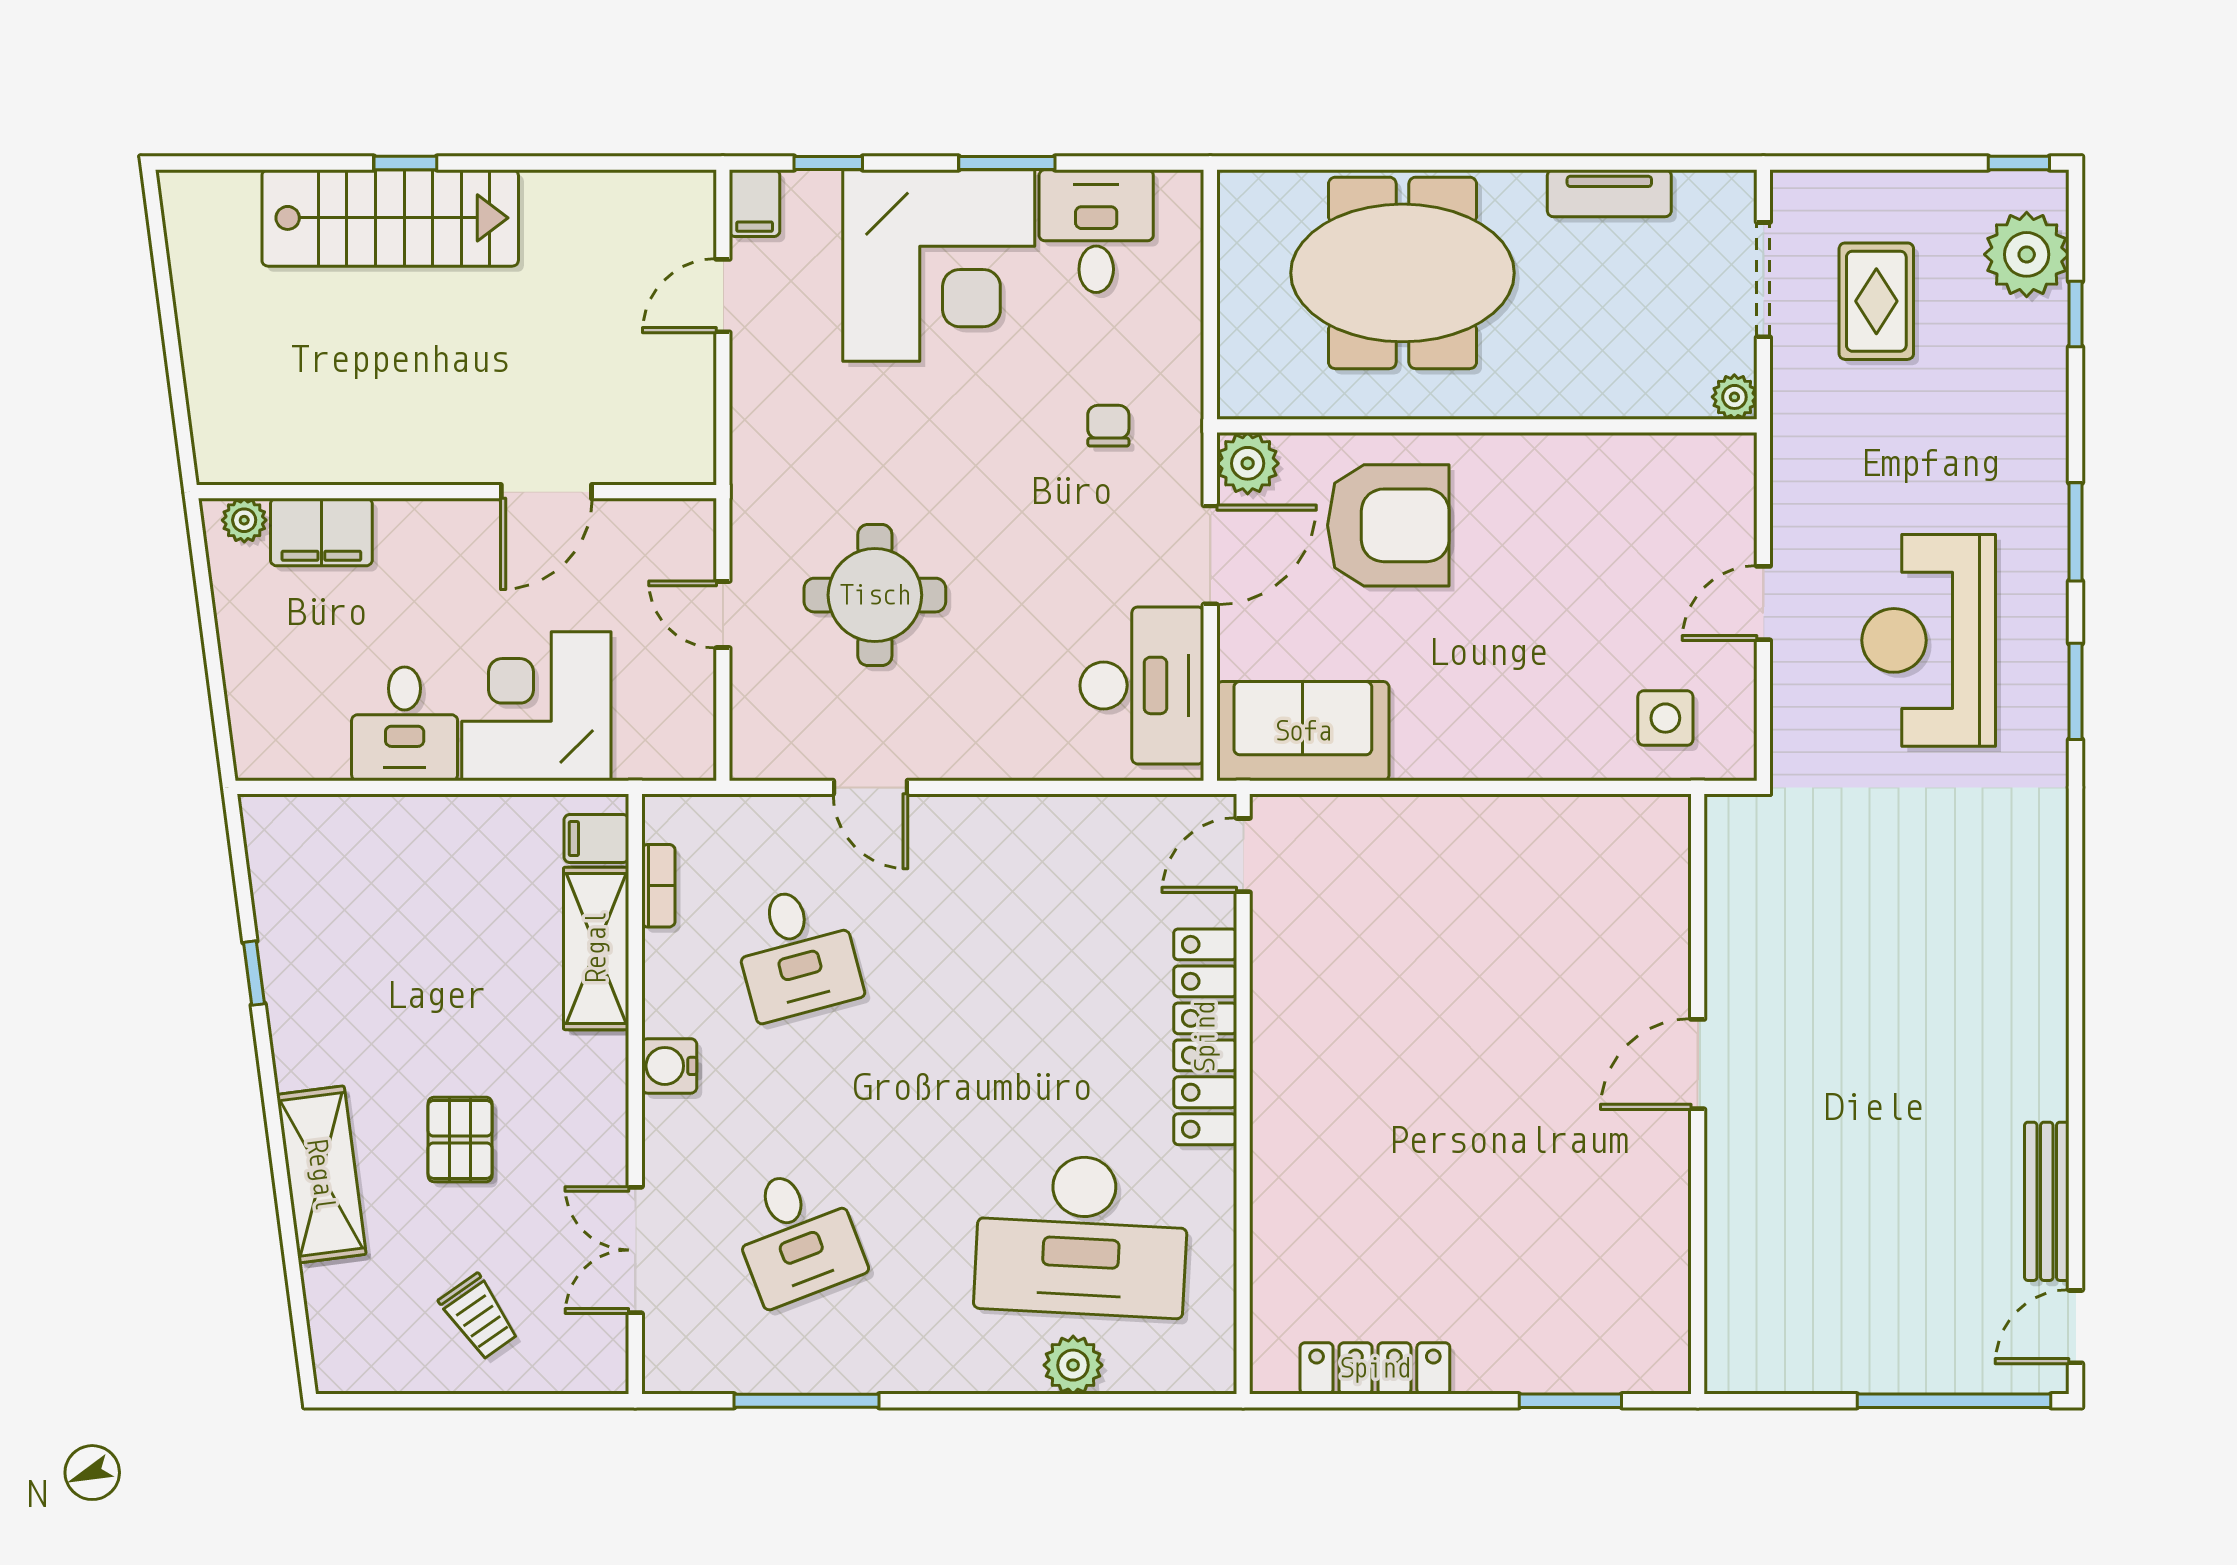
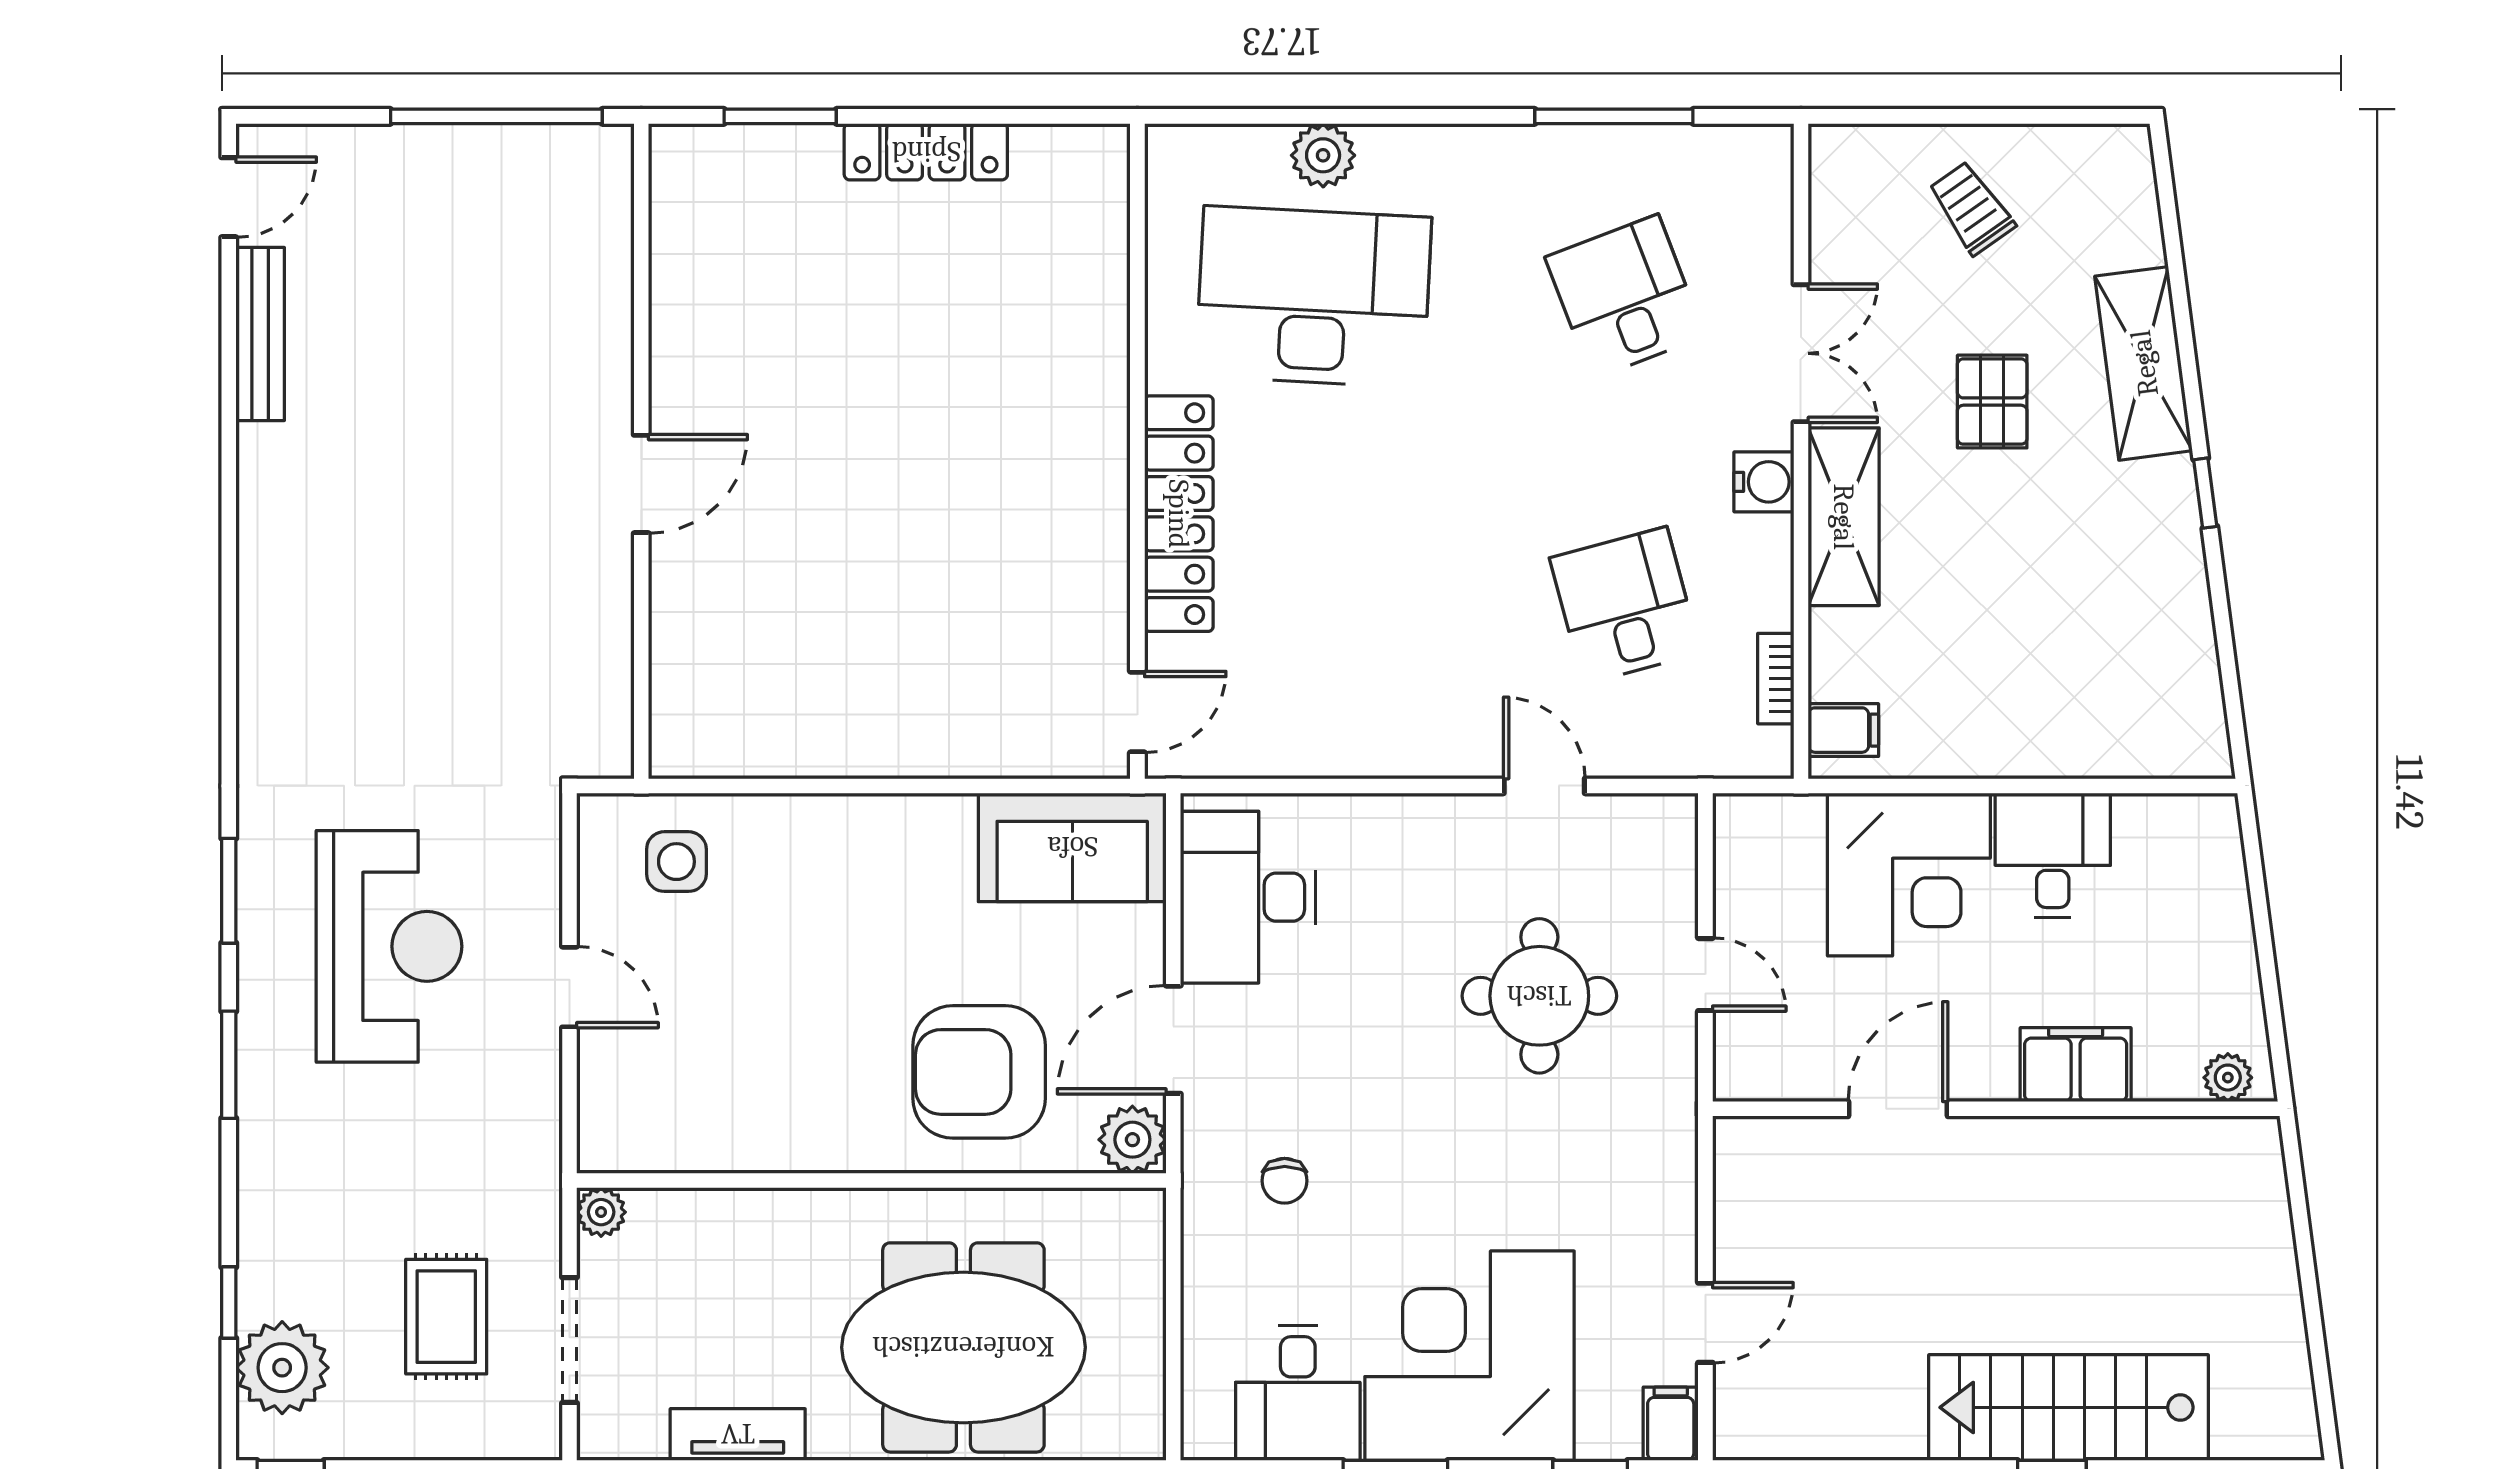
filing cabinet: (321, 532) -> (2076, 1065), moved
door: (1763, 603) -> (569, 987), hinge flipped
shelving: (596, 948) -> (1844, 517), moved
window: (254, 973) -> (2205, 493), moved
double door: (635, 1250) -> (1801, 353), moved
locker: (1375, 1368) -> (926, 152), moved
window: (1954, 1401) -> (496, 116), moved

